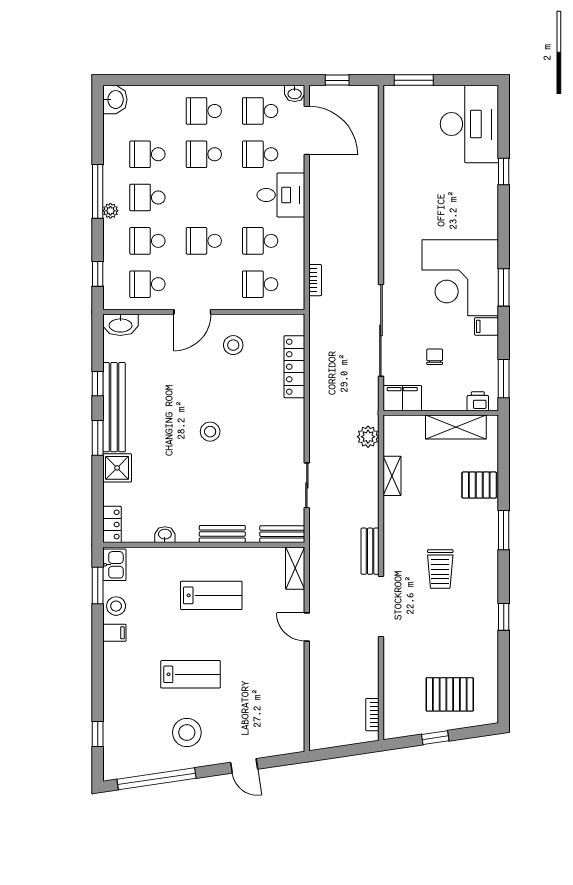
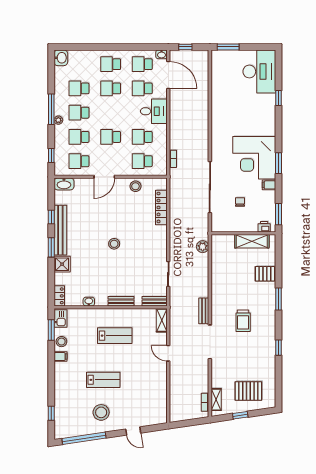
stool: (233, 345) -> (135, 186), moved
filing cabinet: (402, 398) -> (222, 225), removed
shelving: (392, 476) -> (216, 400), moved

